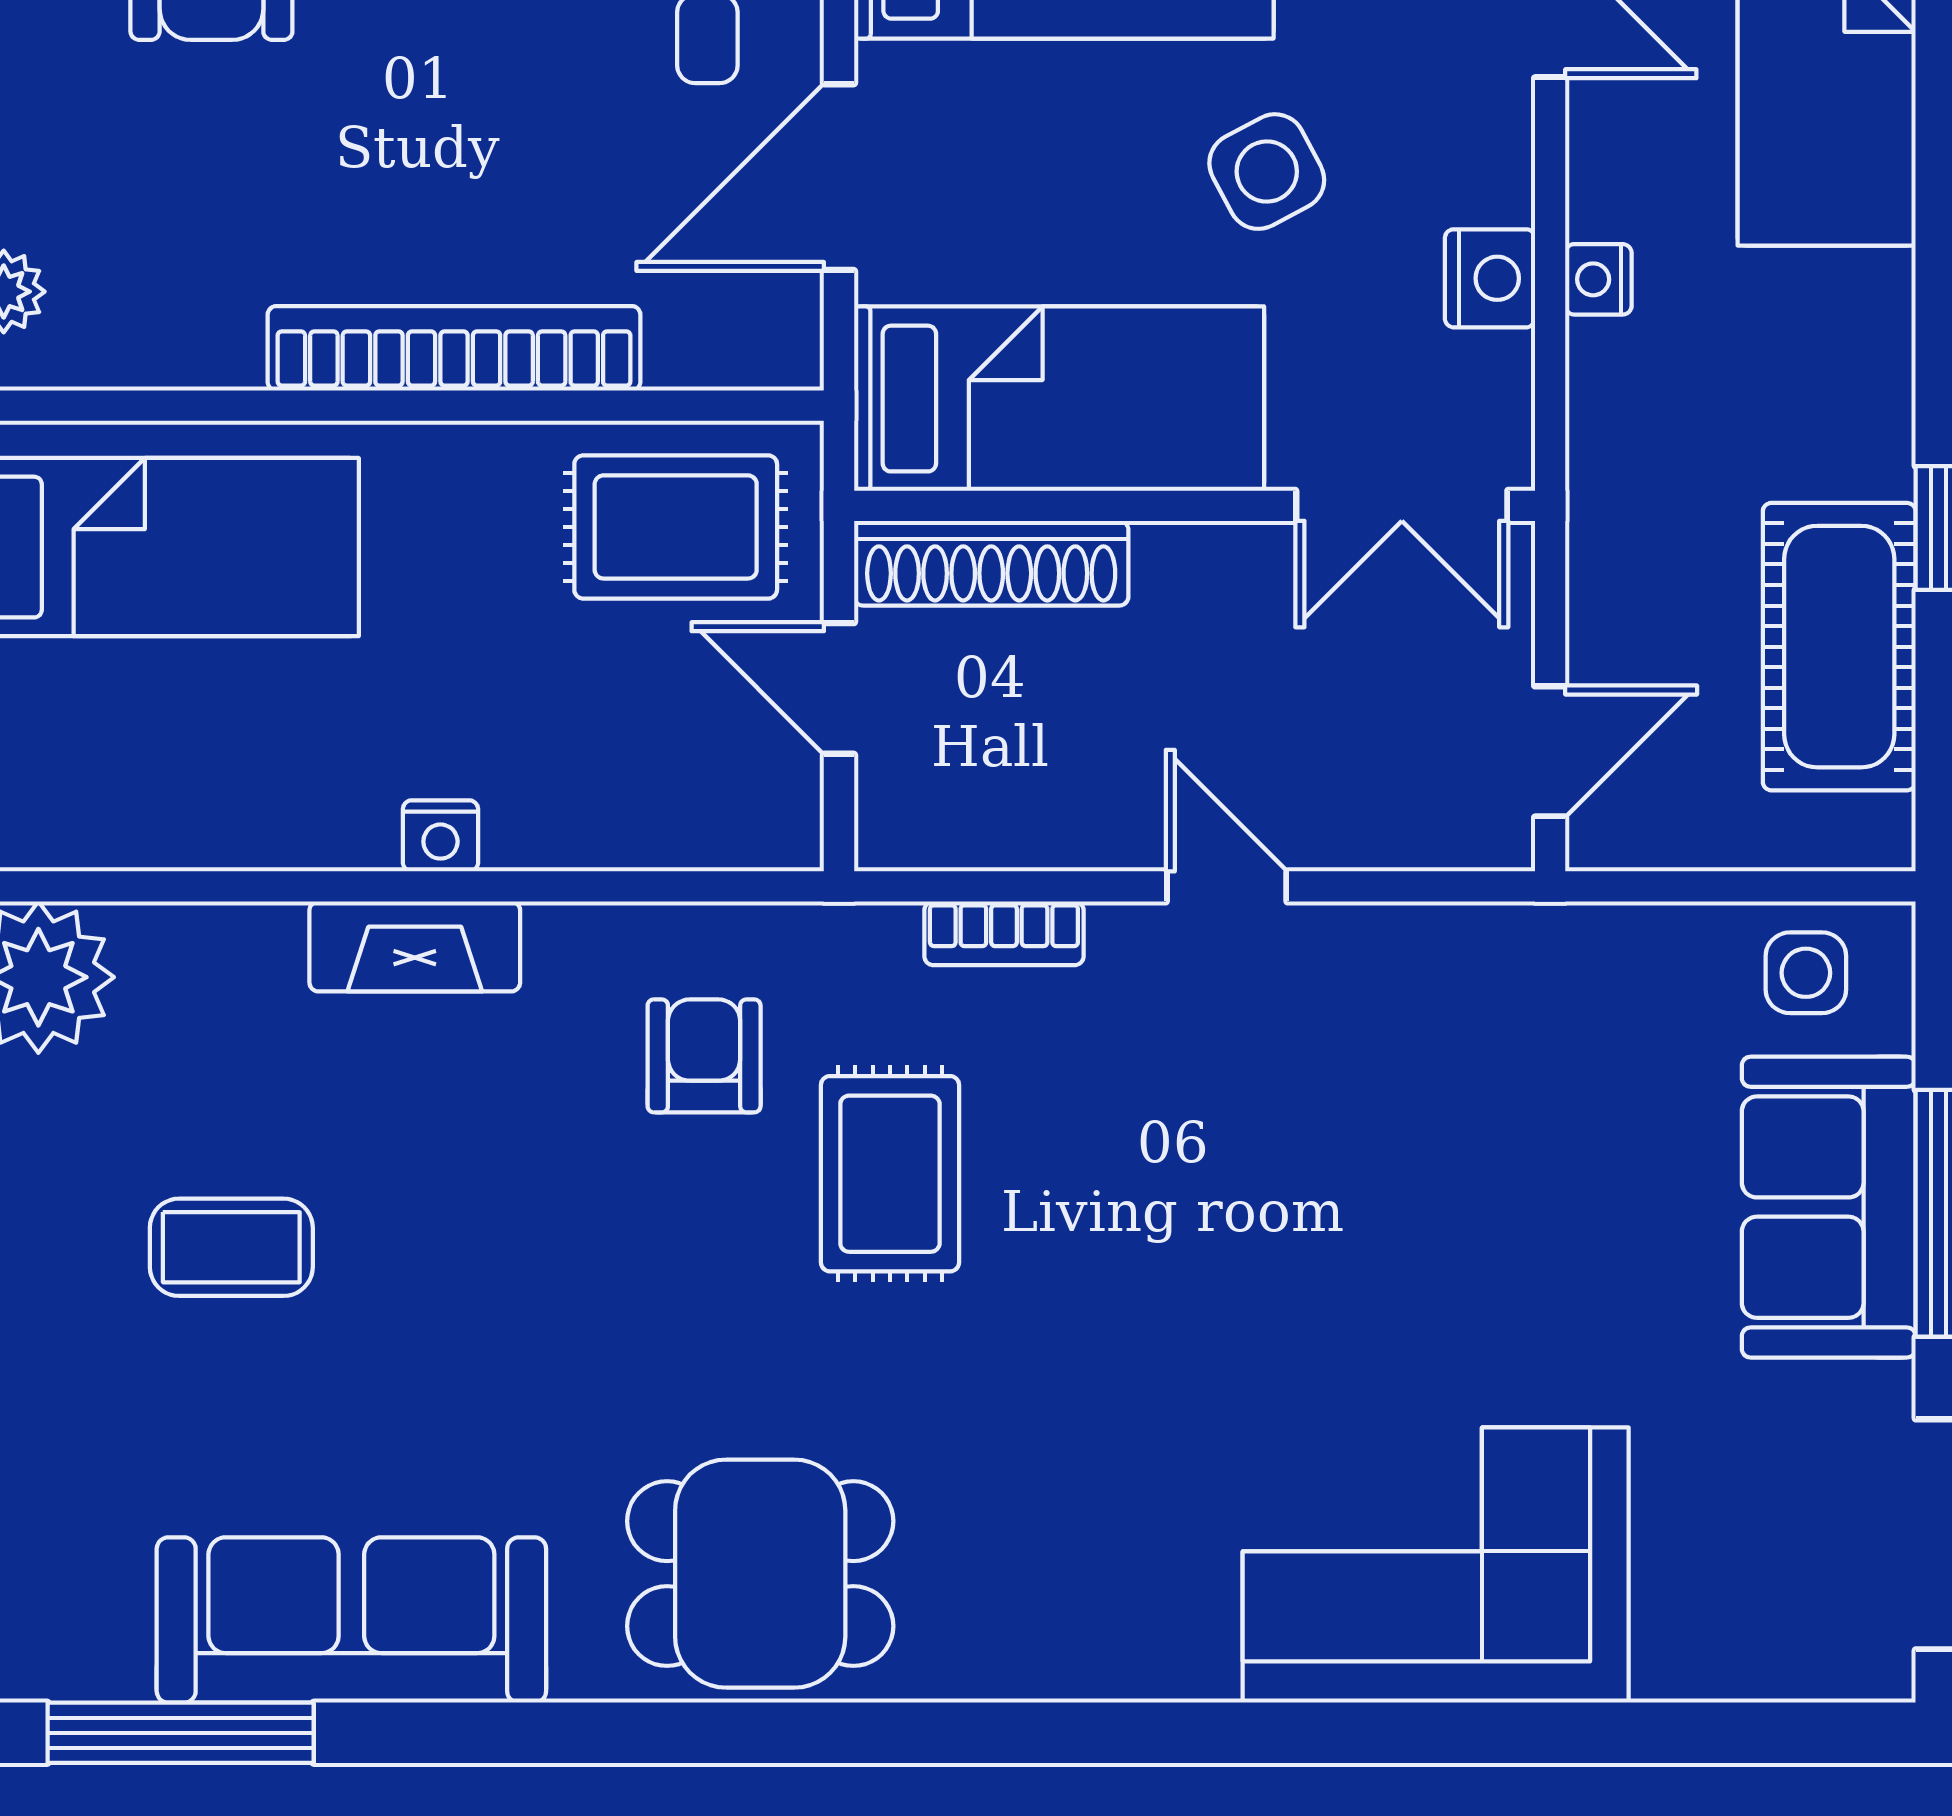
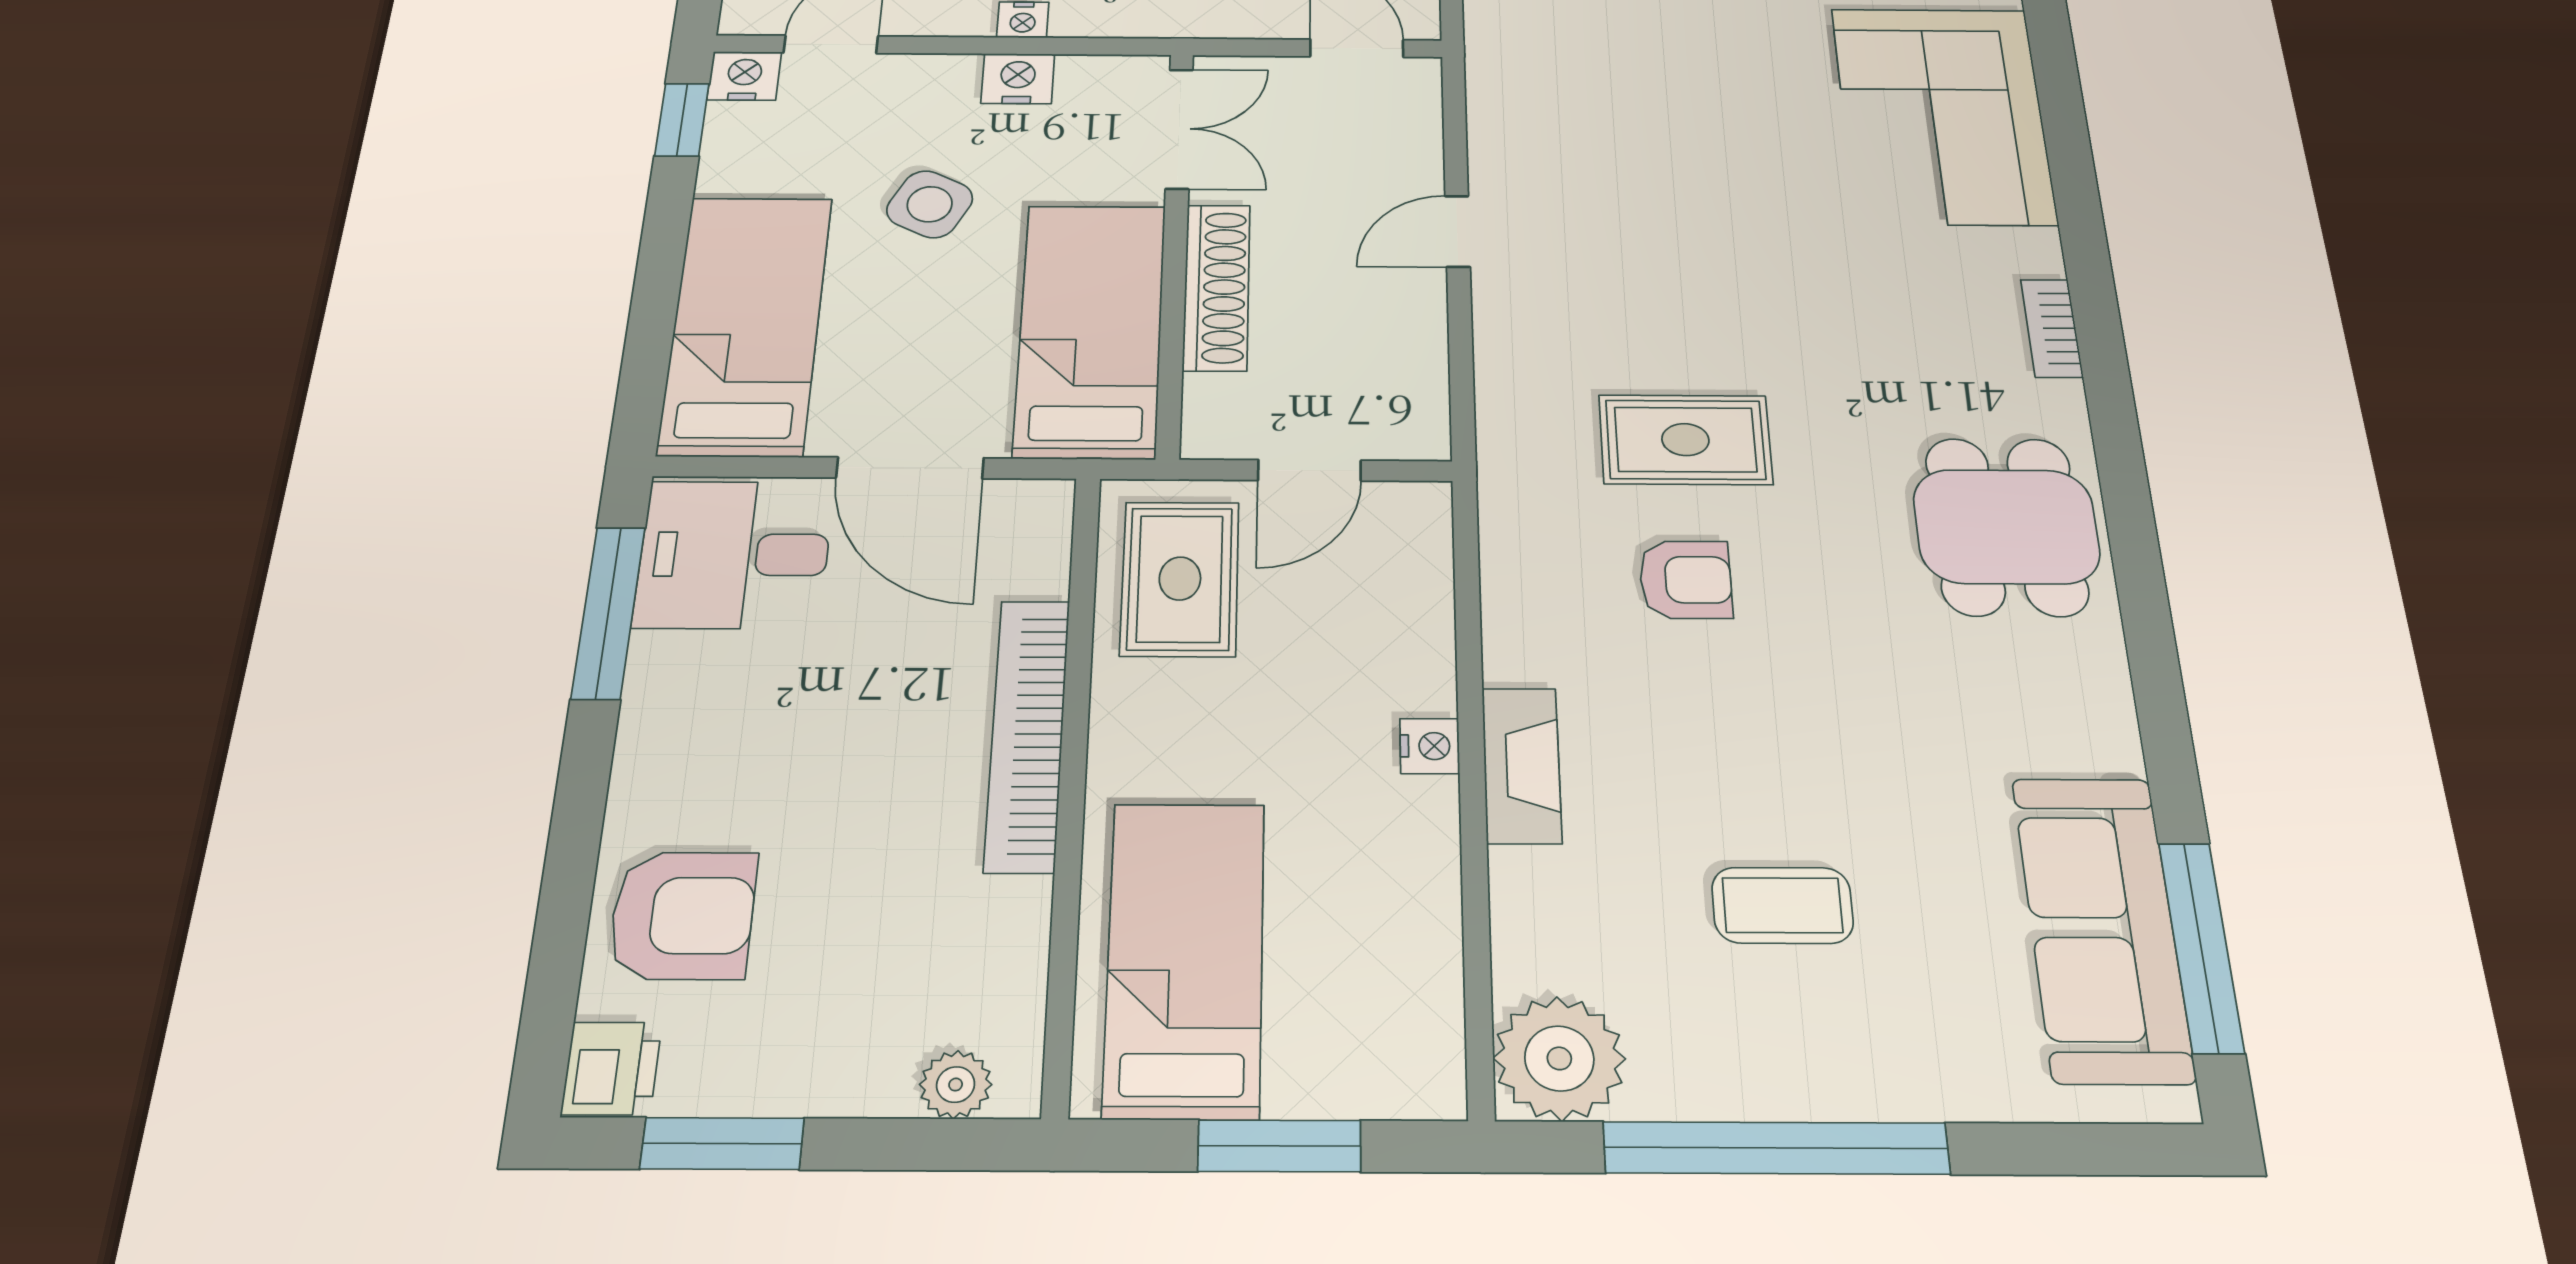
side table: (1267, 172) -> (930, 204), turned -35
shoe rack: (991, 563) -> (1217, 287), moved
bookcase: (1004, 933) -> (2052, 328), moved, turned 180
armchair: (704, 1056) -> (1686, 580), moved, turned 180
coffee table: (231, 1247) -> (1782, 905), turned 90
sofa: (351, 1620) -> (2102, 928), moved

